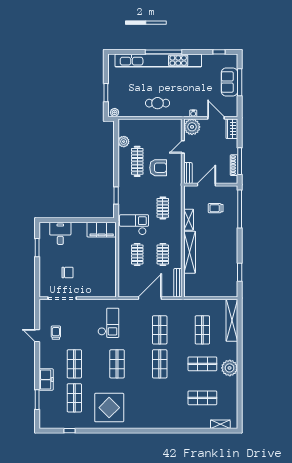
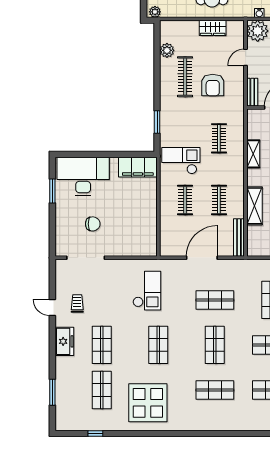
wardrobe: (158, 125) -> (213, 28), added
armchair: (158, 168) -> (213, 85), turned 90
desk: (60, 233) -> (83, 177), width x1.87, depth x1.30
shelving: (190, 252) -> (255, 206), width x0.68
shop shelf: (160, 330) -> (215, 300), turned 90
freezer: (46, 380) -> (64, 341), moved
shop shelf: (160, 398) -> (215, 390), added

